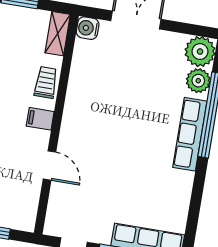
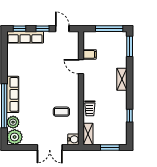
coffee table: (102, 85) -> (61, 112), added
filing cabinet: (40, 119) -> (90, 54), moved

